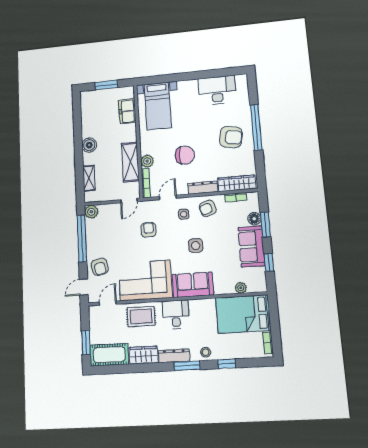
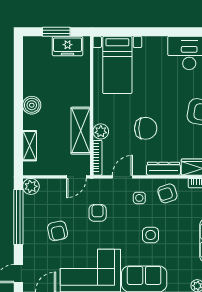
freezer: (127, 111) -> (68, 46), moved, turned -90
armchair: (100, 267) -> (58, 231), moved

